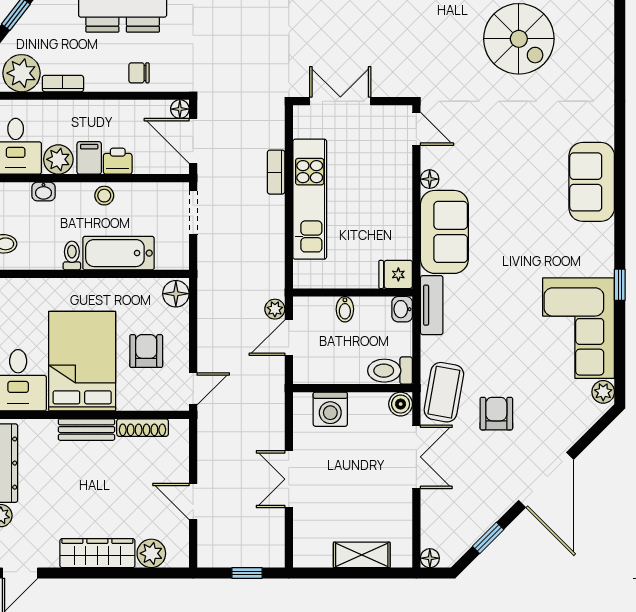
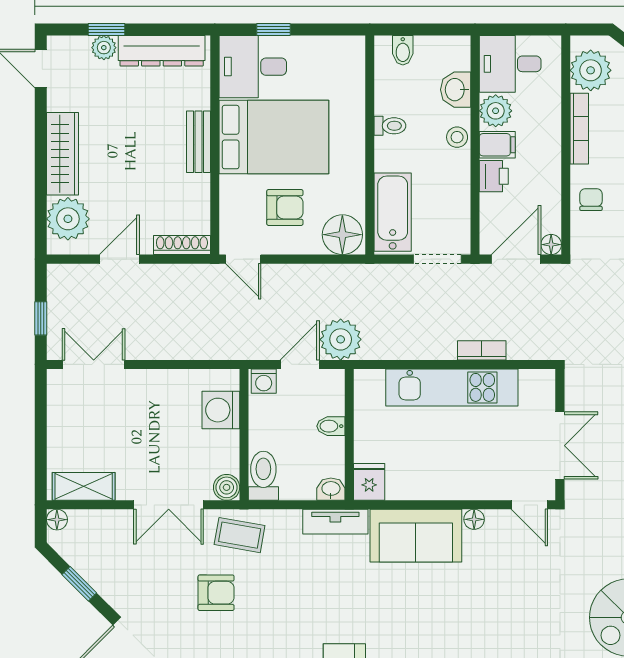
bookcase: (63, 84) -> (579, 129), width x1.56
double door: (340, 101) -> (560, 446), moved
door: (416, 129) -> (529, 505), hinge flipped
washbasin: (43, 192) -> (456, 90), width x1.38, depth x1.45
stool: (104, 196) -> (457, 137), moved
bathtub: (119, 253) -> (393, 212), moved
floor lamp: (176, 294) -> (342, 235), width x1.38, depth x1.38
plant: (275, 309) -> (341, 339), width x1.87, depth x1.87
door: (289, 338) -> (300, 364), hinge flipped
washing machine: (304, 370) -> (264, 381), added
coffee table: (444, 392) -> (240, 535), width x0.73, depth x0.77
shoe rack: (143, 428) -> (182, 245), moved, turned 90
double door: (289, 479) -> (94, 364), moved
plant: (151, 553) -> (68, 219), width x1.36, depth x1.36
shelving: (362, 555) -> (84, 486), moved, turned 90

